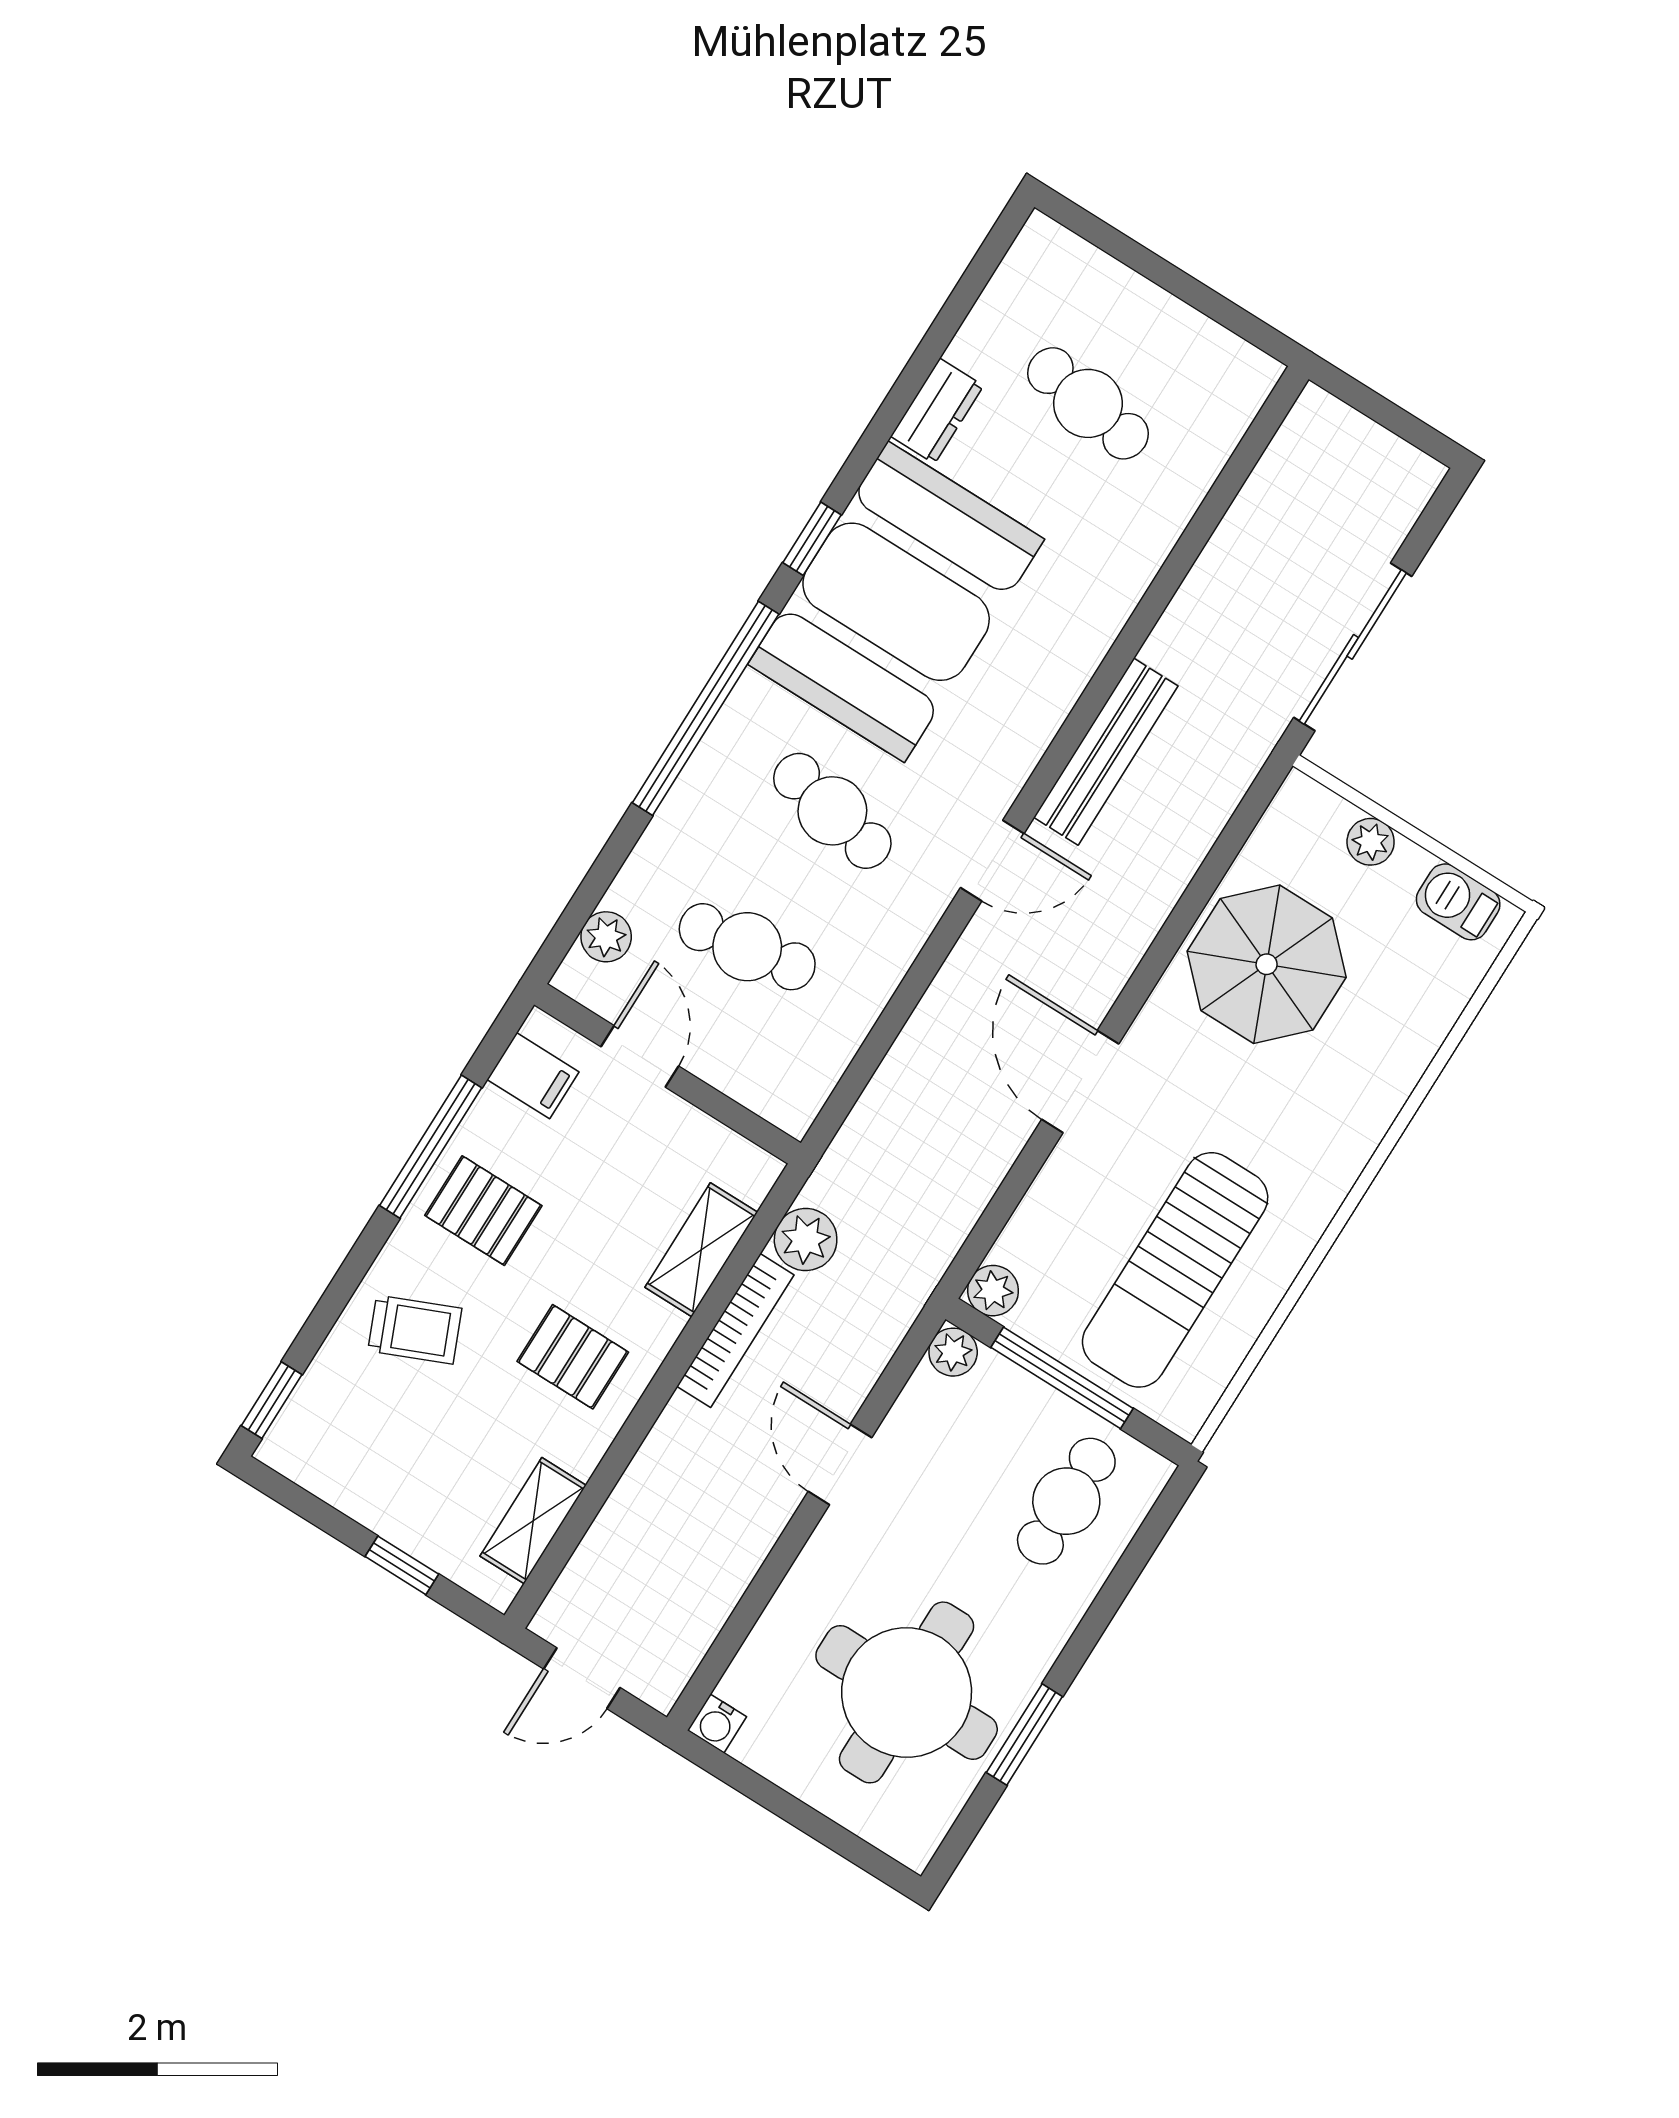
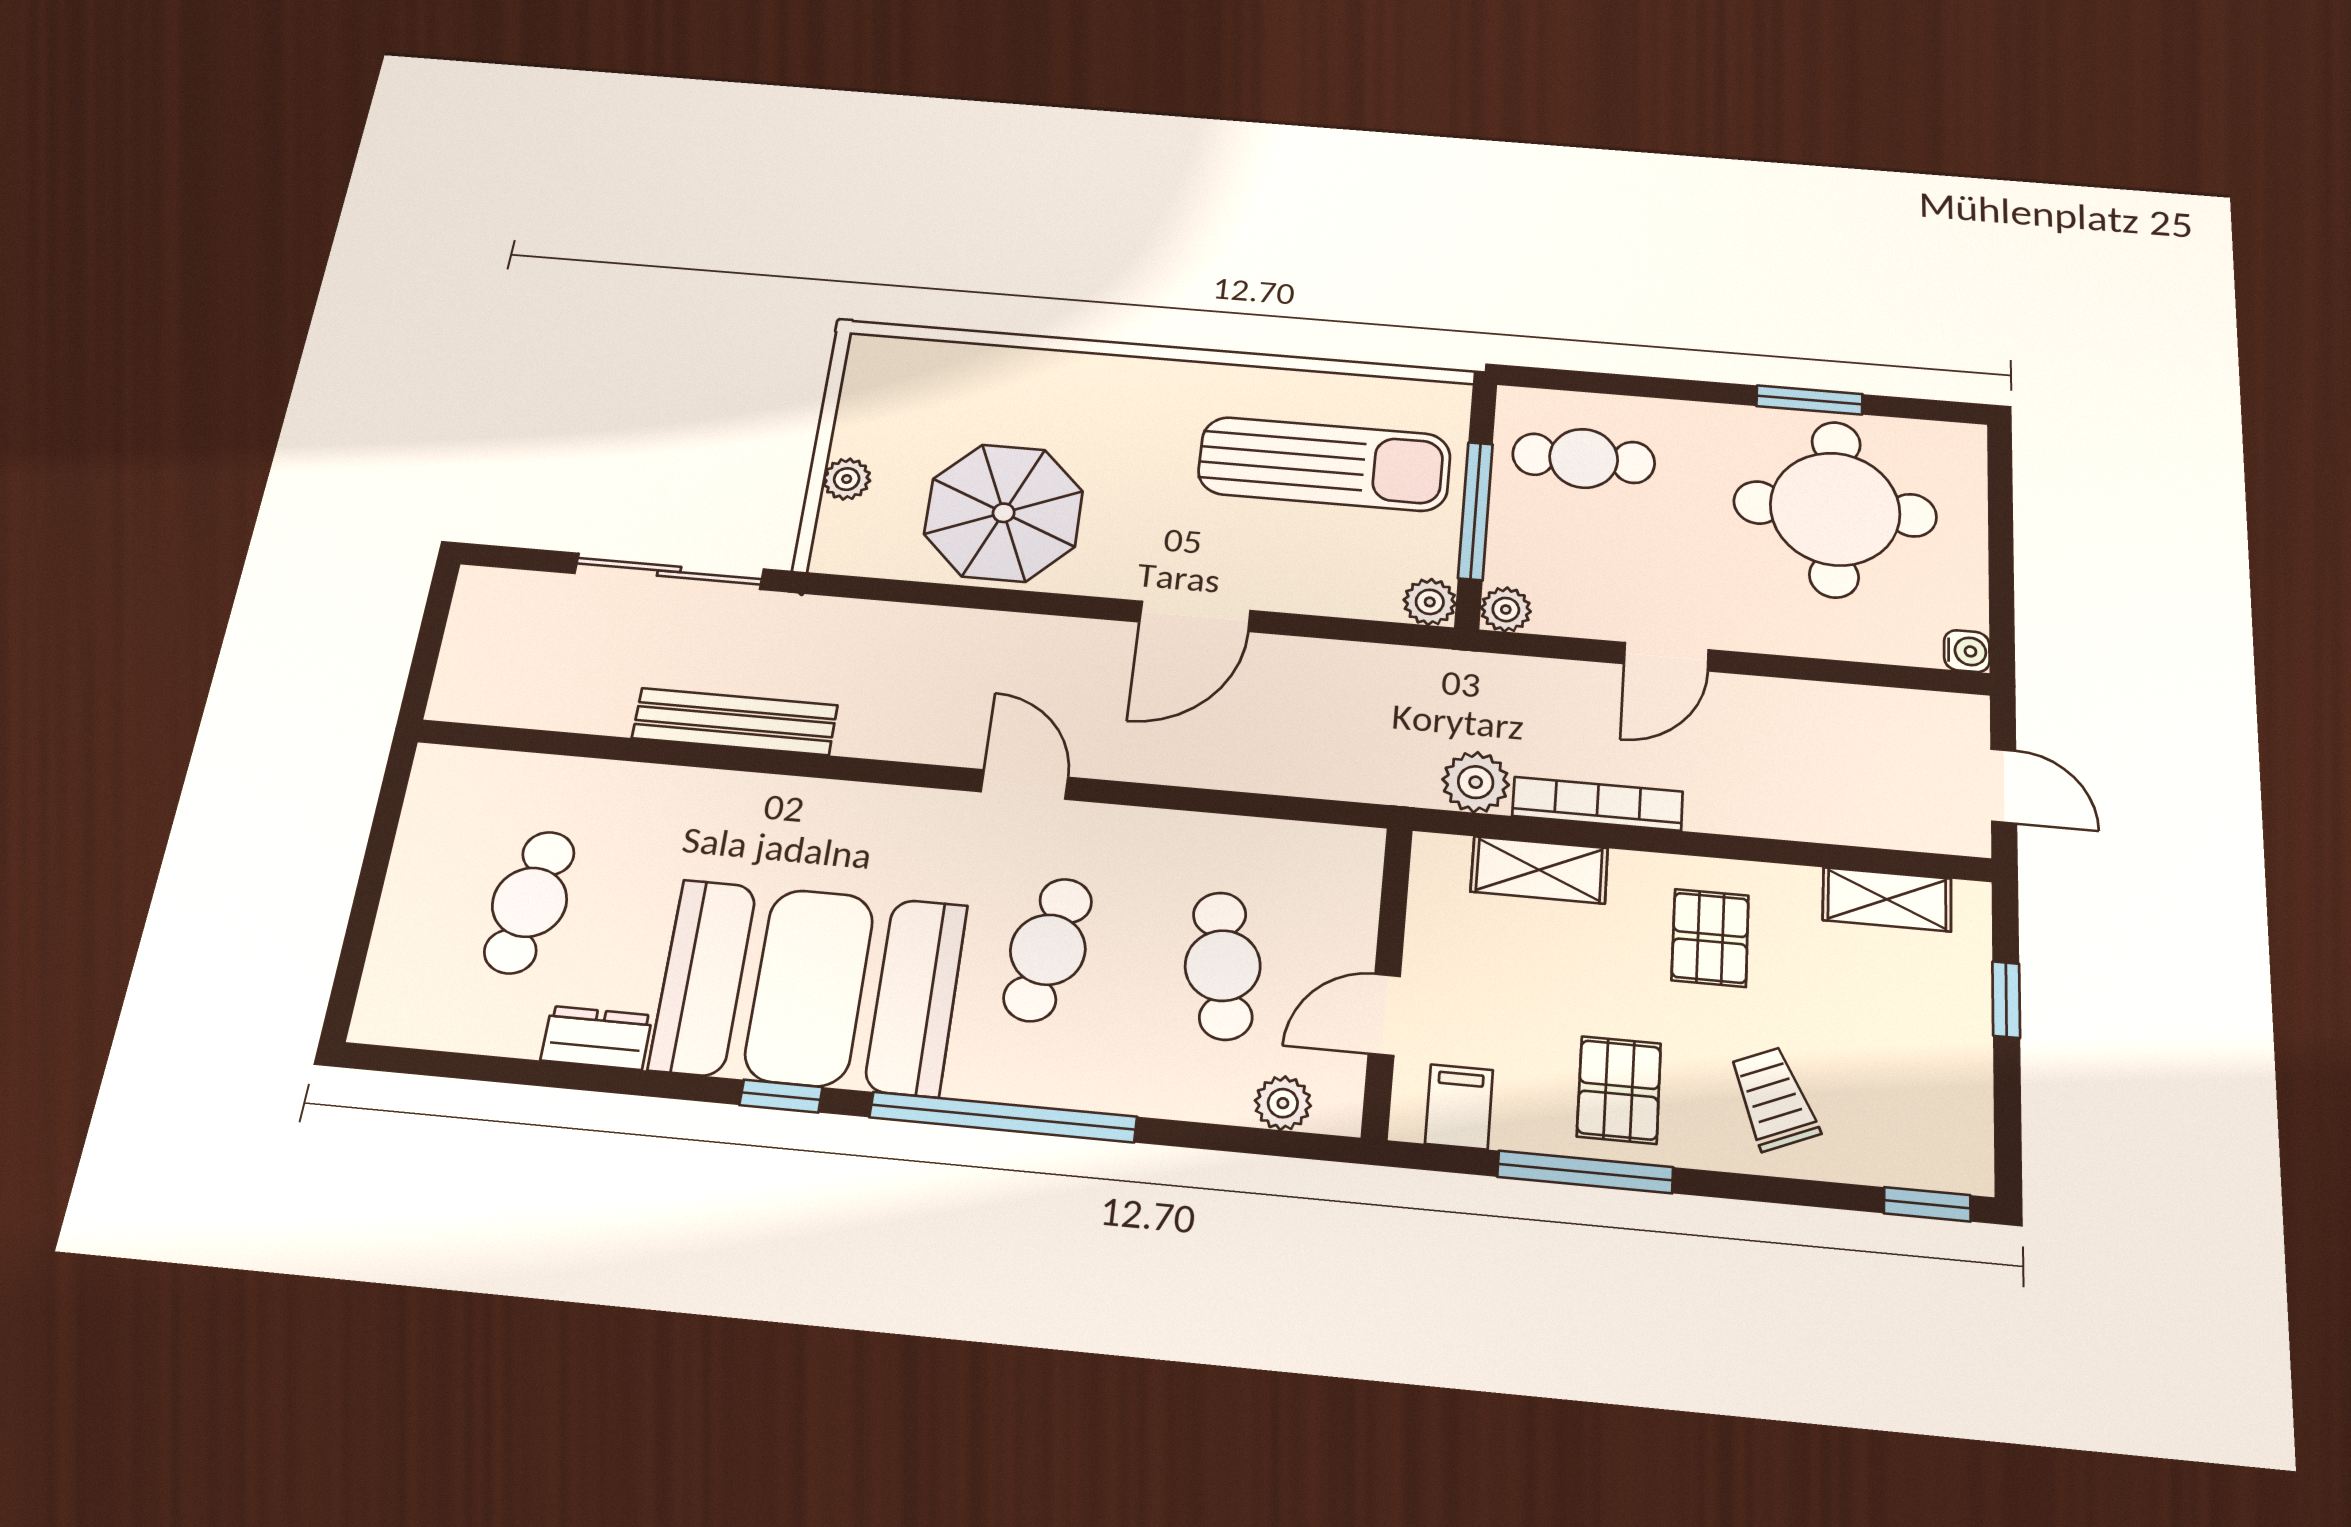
bench: (1106, 752) -> (735, 722), moved
barbecue: (1458, 902) -> (867, 388), removed

